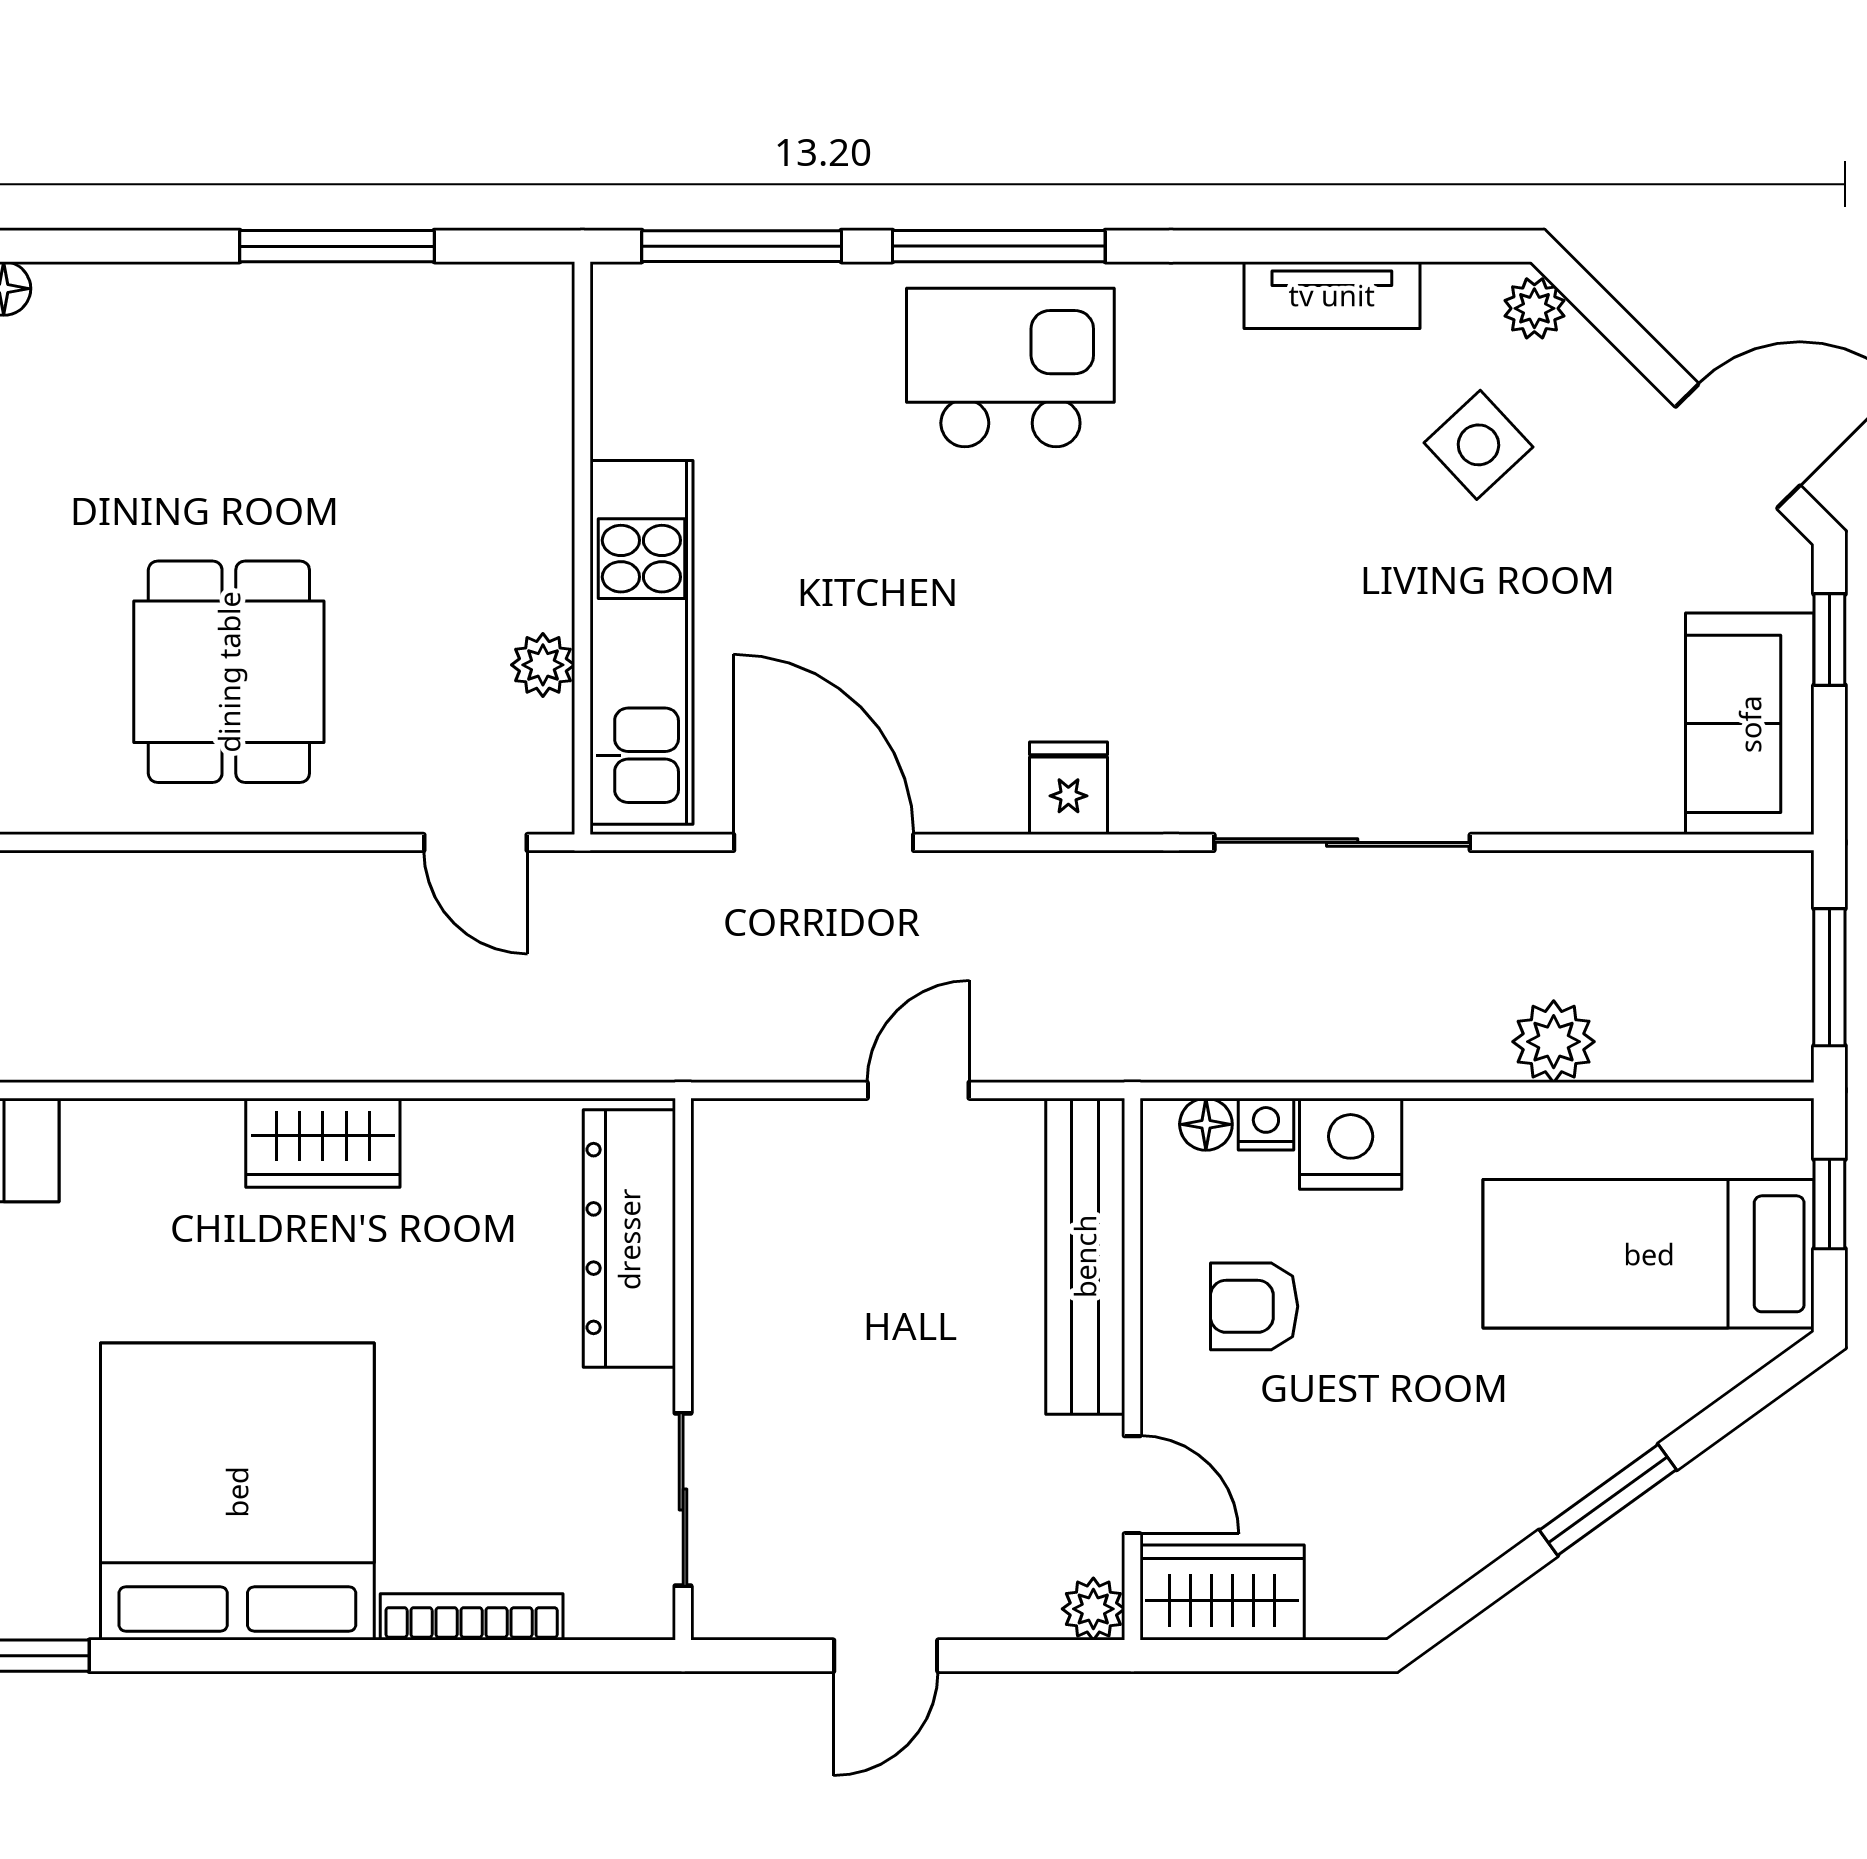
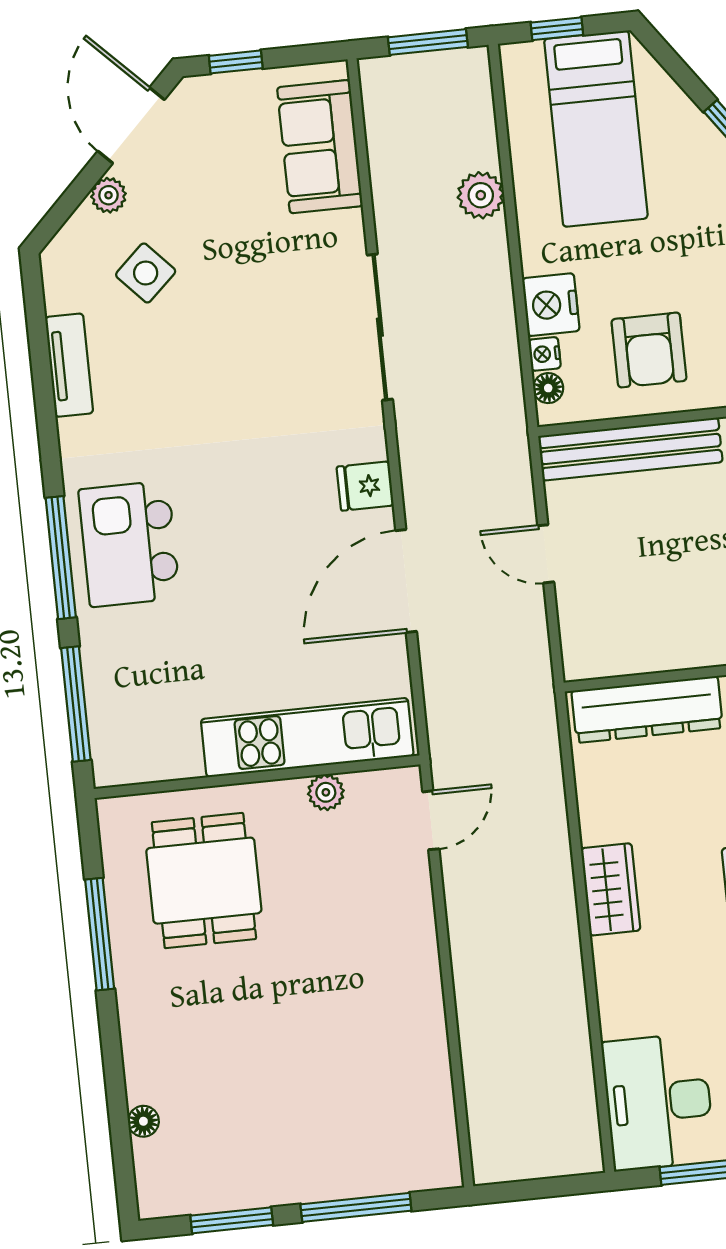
plant: (1534, 308) -> (108, 195), moved
dining table: (229, 672) -> (204, 881), moved, turned 90
sofa: (1750, 724) -> (320, 147), moved, turned 90
door: (824, 842) -> (406, 581), moved
armchair: (1254, 1306) -> (649, 350), width x1.38, depth x1.38

